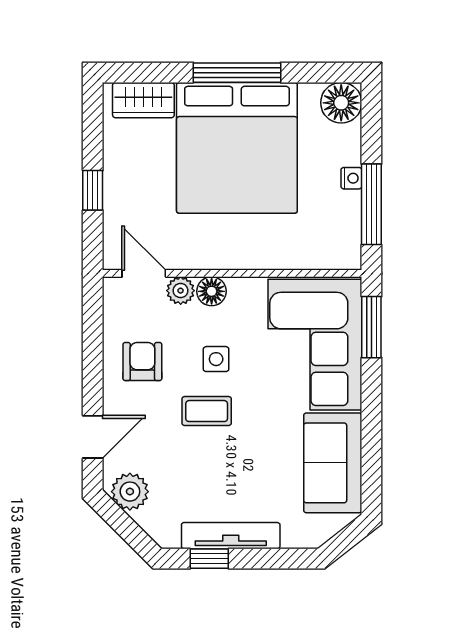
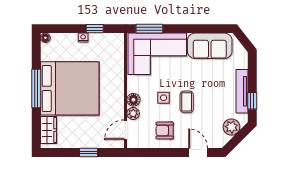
floor lamp: (341, 103) -> (45, 38), width x0.53, depth x0.53
window: (371, 204) -> (95, 29), width x0.46
plant: (130, 492) -> (231, 127), moved

